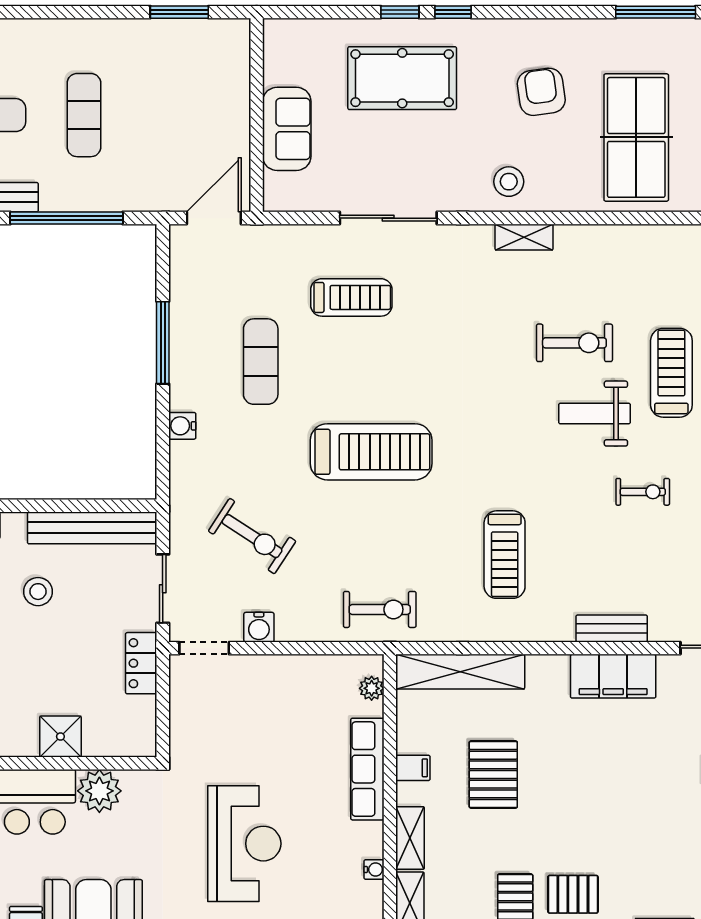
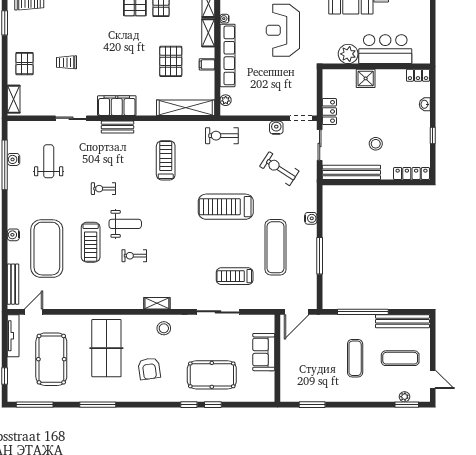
exercise bike: (574, 343) -> (134, 256), width x0.73, depth x0.72
exercise mat: (261, 362) -> (275, 247), width x1.36, depth x1.45
row of seats: (367, 769) -> (227, 55), width x1.36

